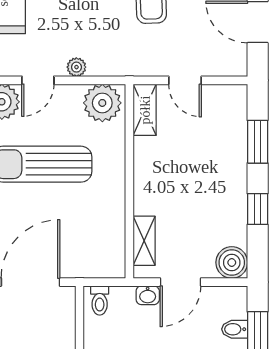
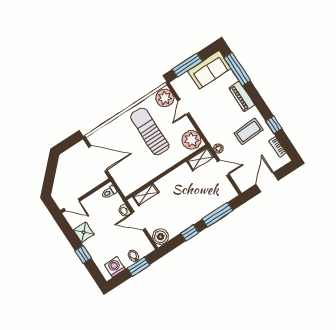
plant: (76, 67) -> (218, 148), moved
door: (38, 80) -> (183, 107), hinge flipped
door: (185, 80) -> (223, 168), swing flipped
window: (258, 142) -> (218, 215), width x1.44

